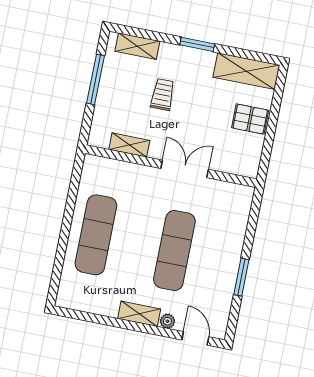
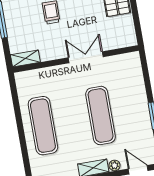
shelving: (129, 145) -> (25, 58), moved

